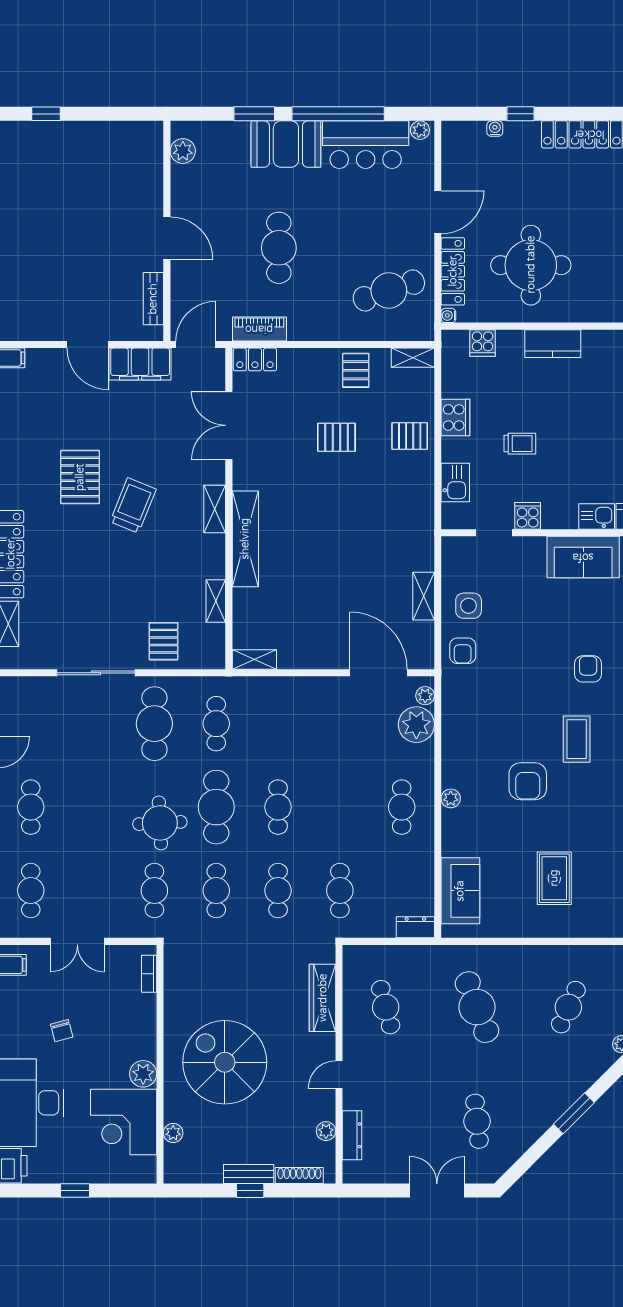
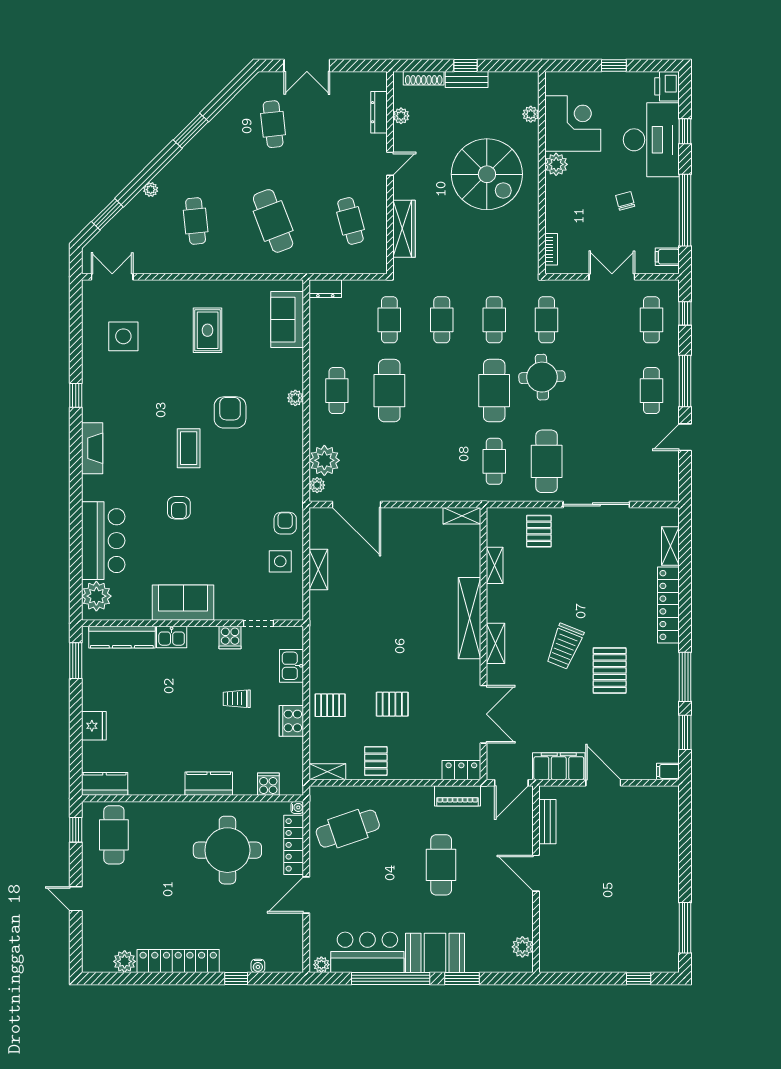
cafe table: (278, 807) -> (389, 391), moved, width x1.37, depth x1.35
cafe table: (568, 1007) -> (196, 221), turned -30

